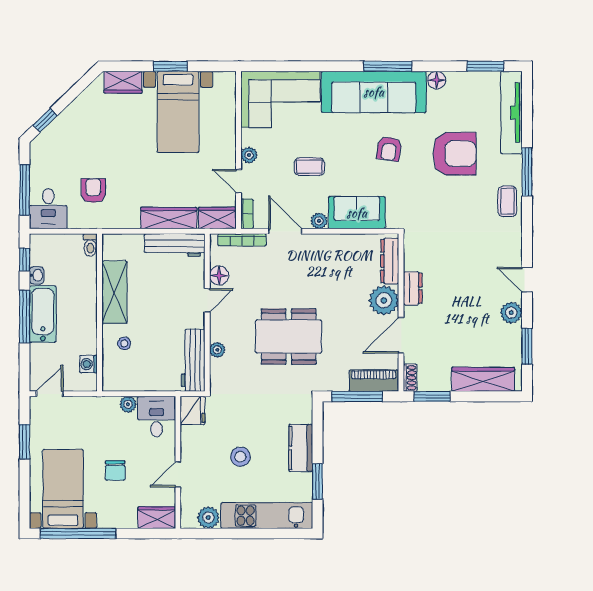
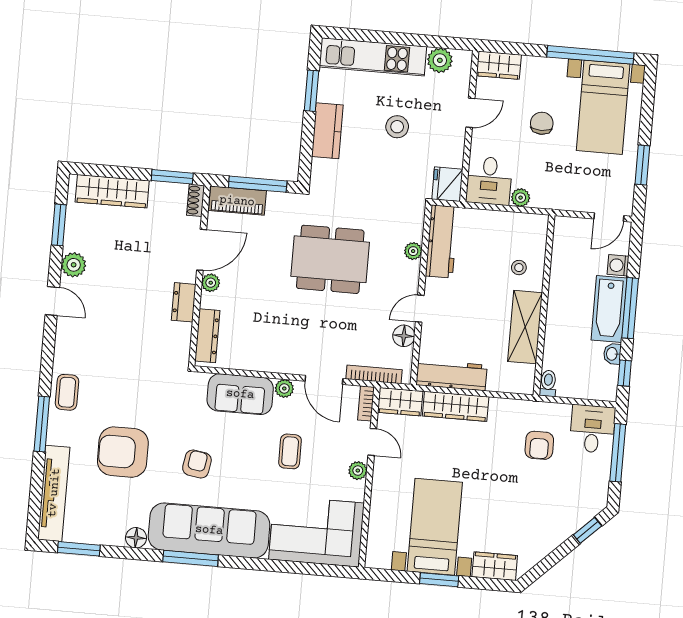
coffee table: (309, 167) -> (290, 451), turned 90
plant: (384, 300) -> (211, 283), width x0.53, depth x0.53
washing machine: (88, 364) -> (618, 265), moved, turned 180

